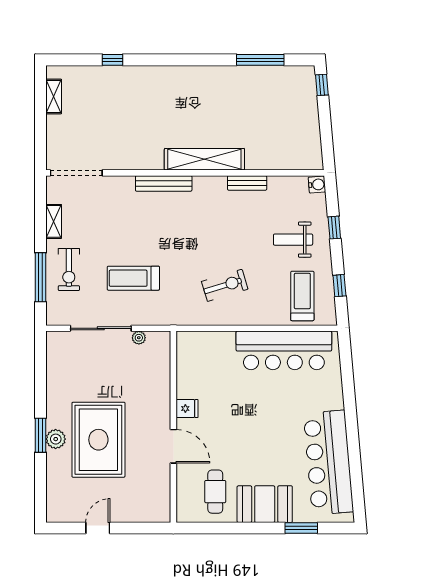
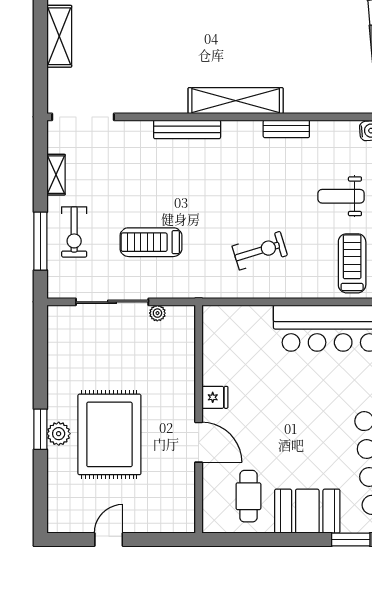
shelving: (54, 96) -> (59, 36), width x1.50, depth x1.33

